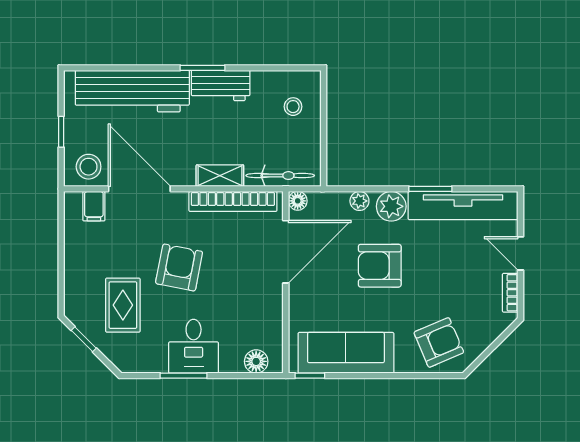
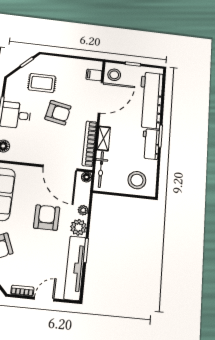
stool: (293, 107) -> (137, 180), width x1.89, depth x1.89

